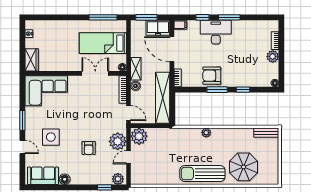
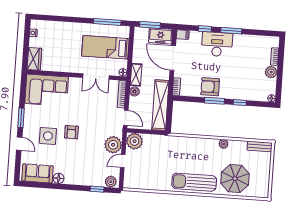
double door: (95, 73) -> (96, 77), swing flipped
plant: (206, 133) -> (224, 144), moved
armchair: (89, 148) -> (71, 132), moved

